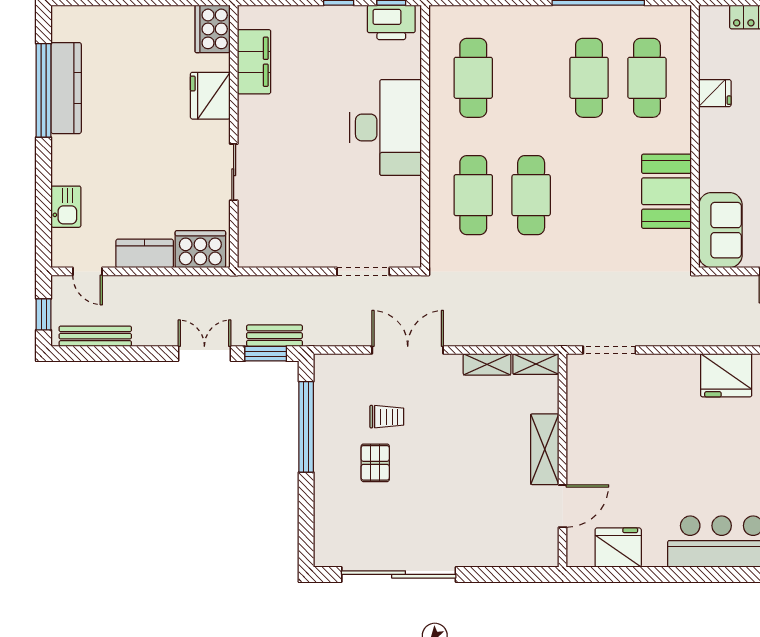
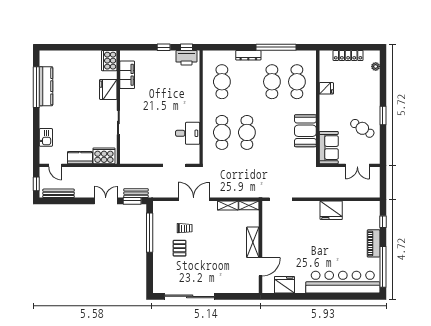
dresser: (534, 17) -> (248, 55), added
desk: (386, 127) -> (188, 133), moved, width x0.53, depth x0.77

